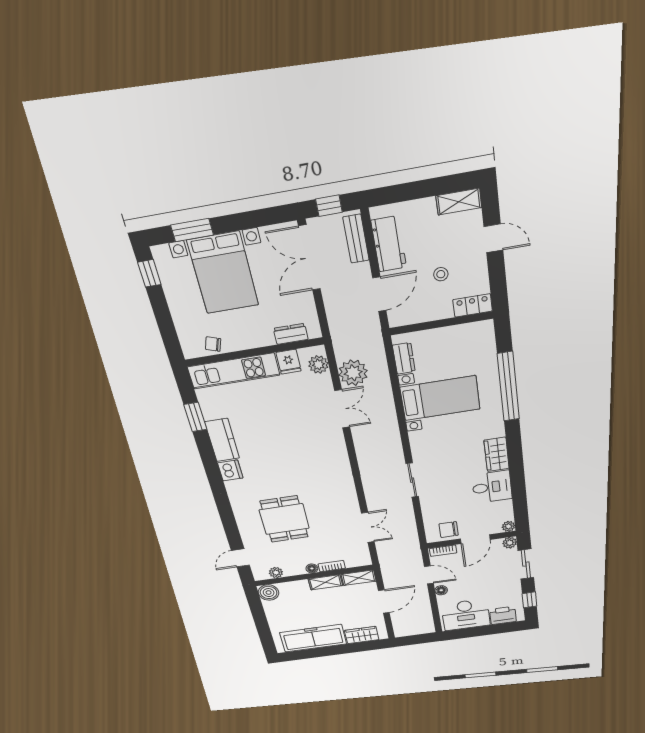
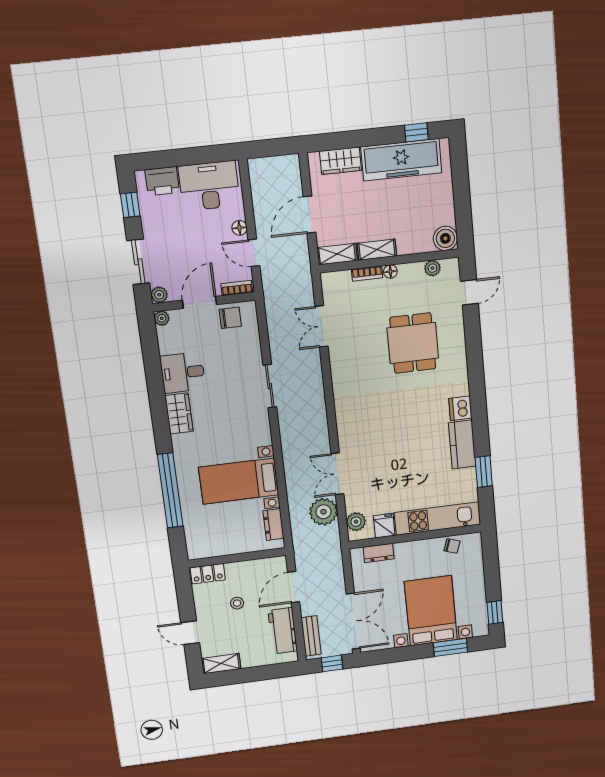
window: (304, 654) -> (416, 132), added

